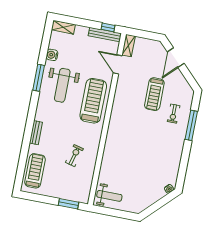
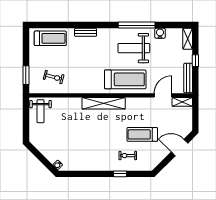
window: (108, 27) -> (195, 61), moved
window: (39, 78) -> (137, 25), width x1.46
window: (191, 125) -> (120, 174), width x0.46
shelving: (114, 128) -> (104, 103), added
exercise bike: (74, 156) -> (54, 77), moved

